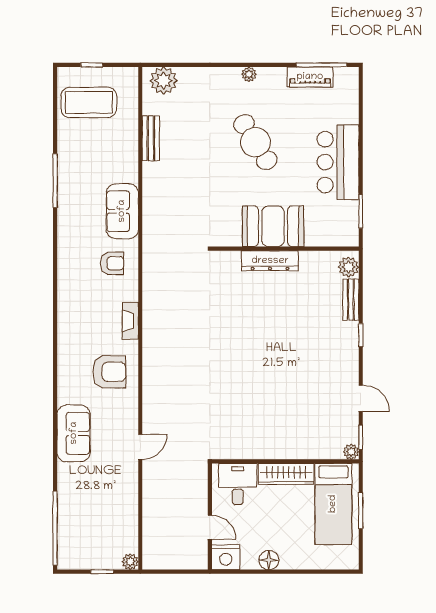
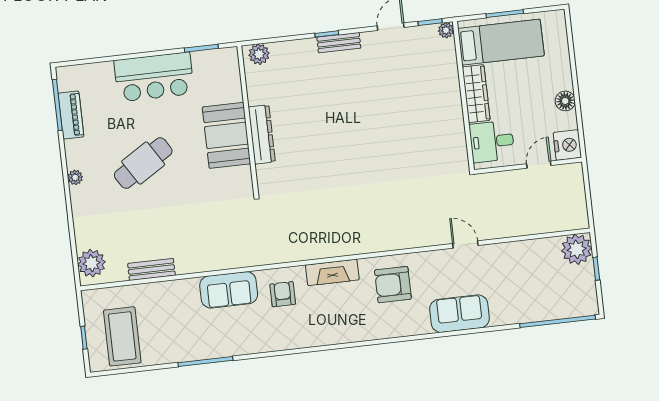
bench: (351, 300) -> (339, 43), moved
fireplace: (130, 321) -> (332, 272), width x1.37, depth x1.32
armchair: (109, 372) -> (393, 285), turned -90
plant: (130, 562) -> (577, 249), width x1.88, depth x1.88

